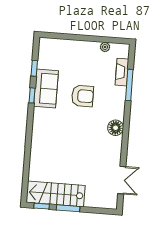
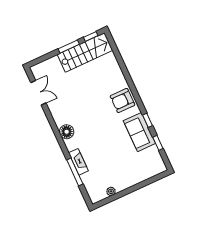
fireplace: (122, 72) -> (78, 162), moved
armchair: (83, 96) -> (123, 100), moved
double door: (122, 180) -> (38, 93), swing flipped

